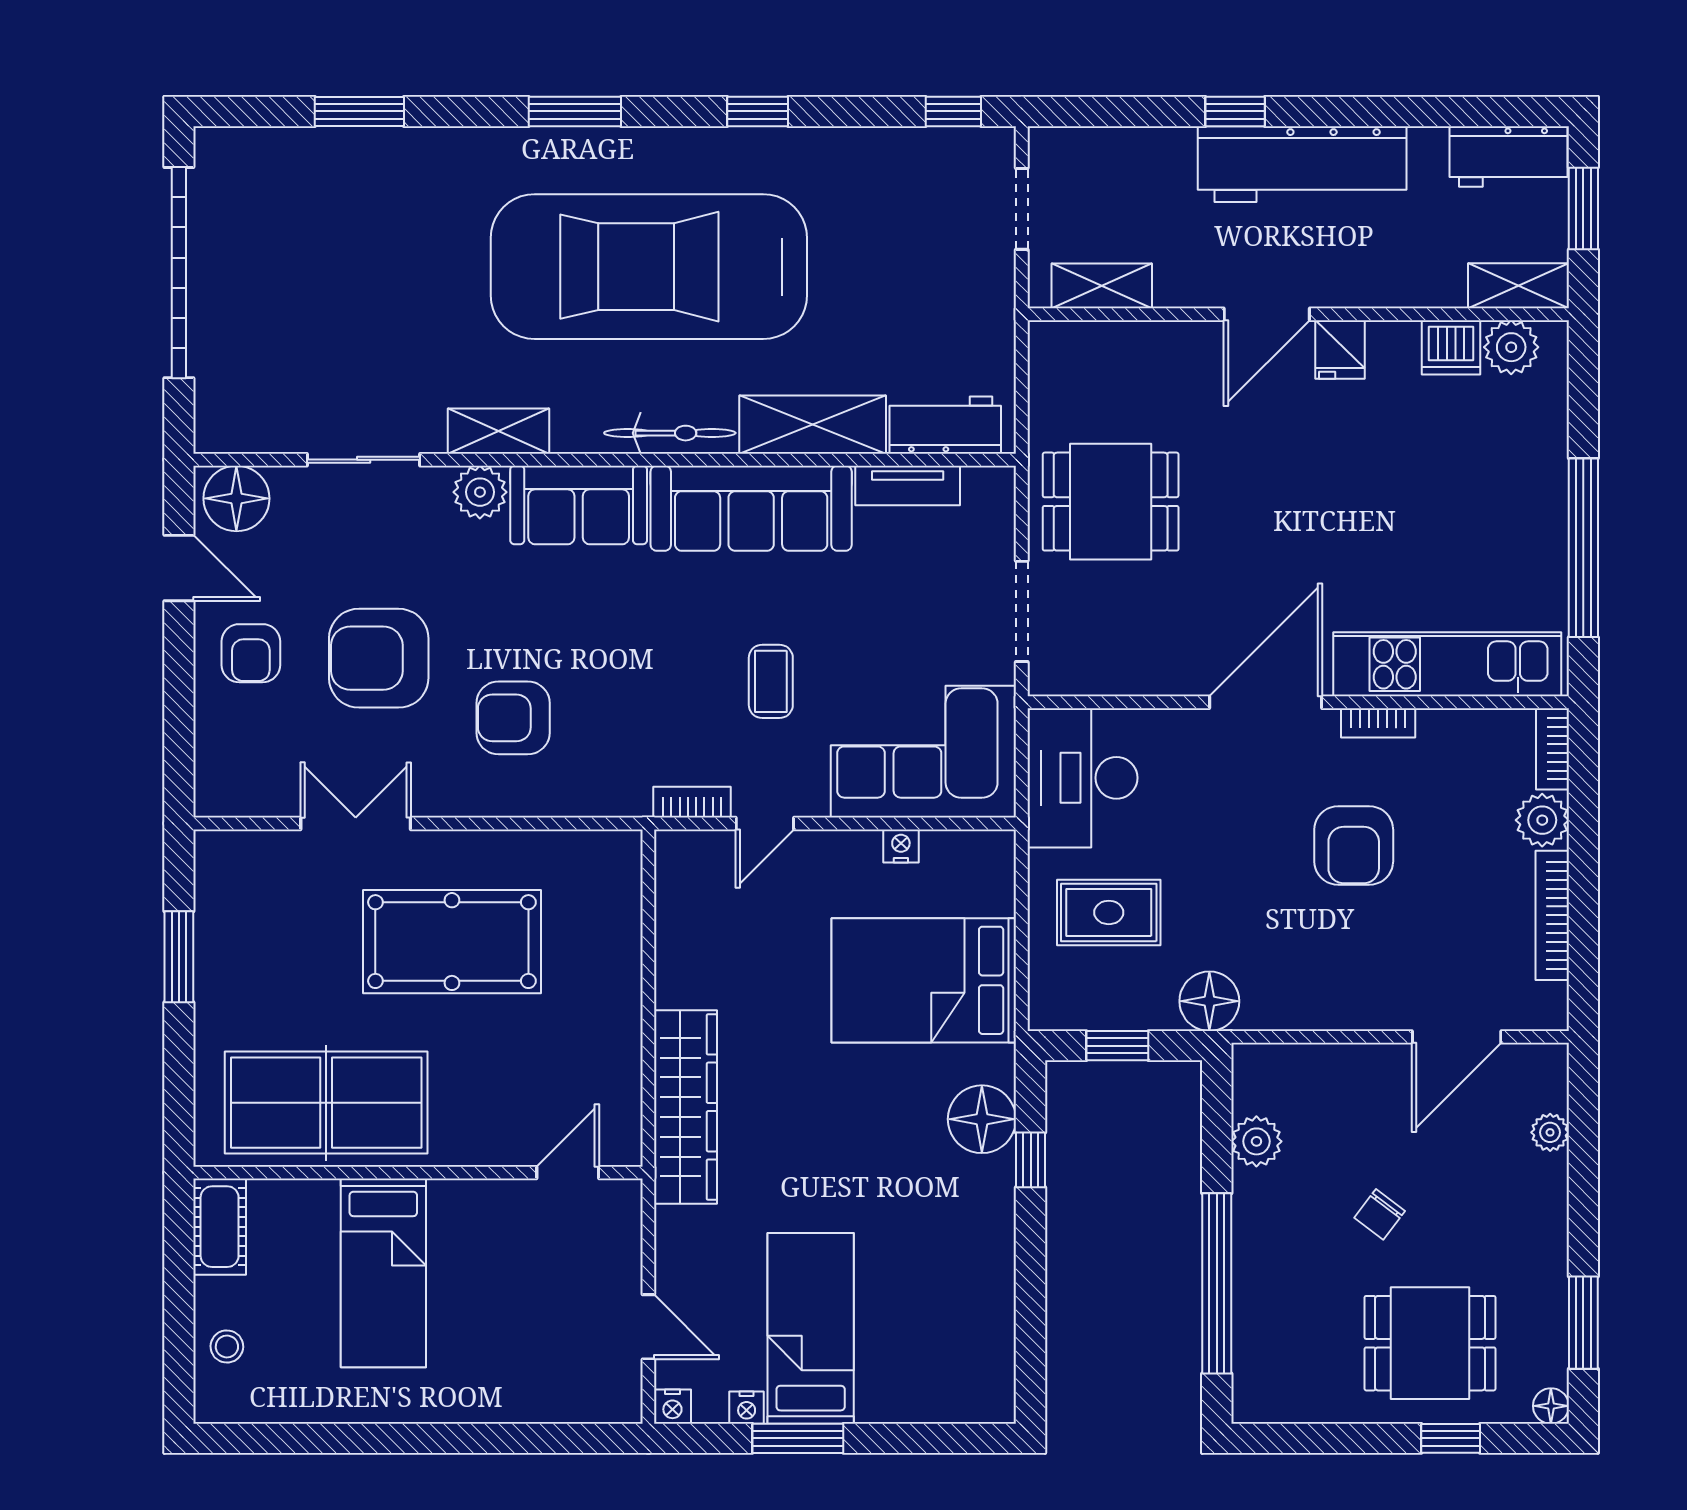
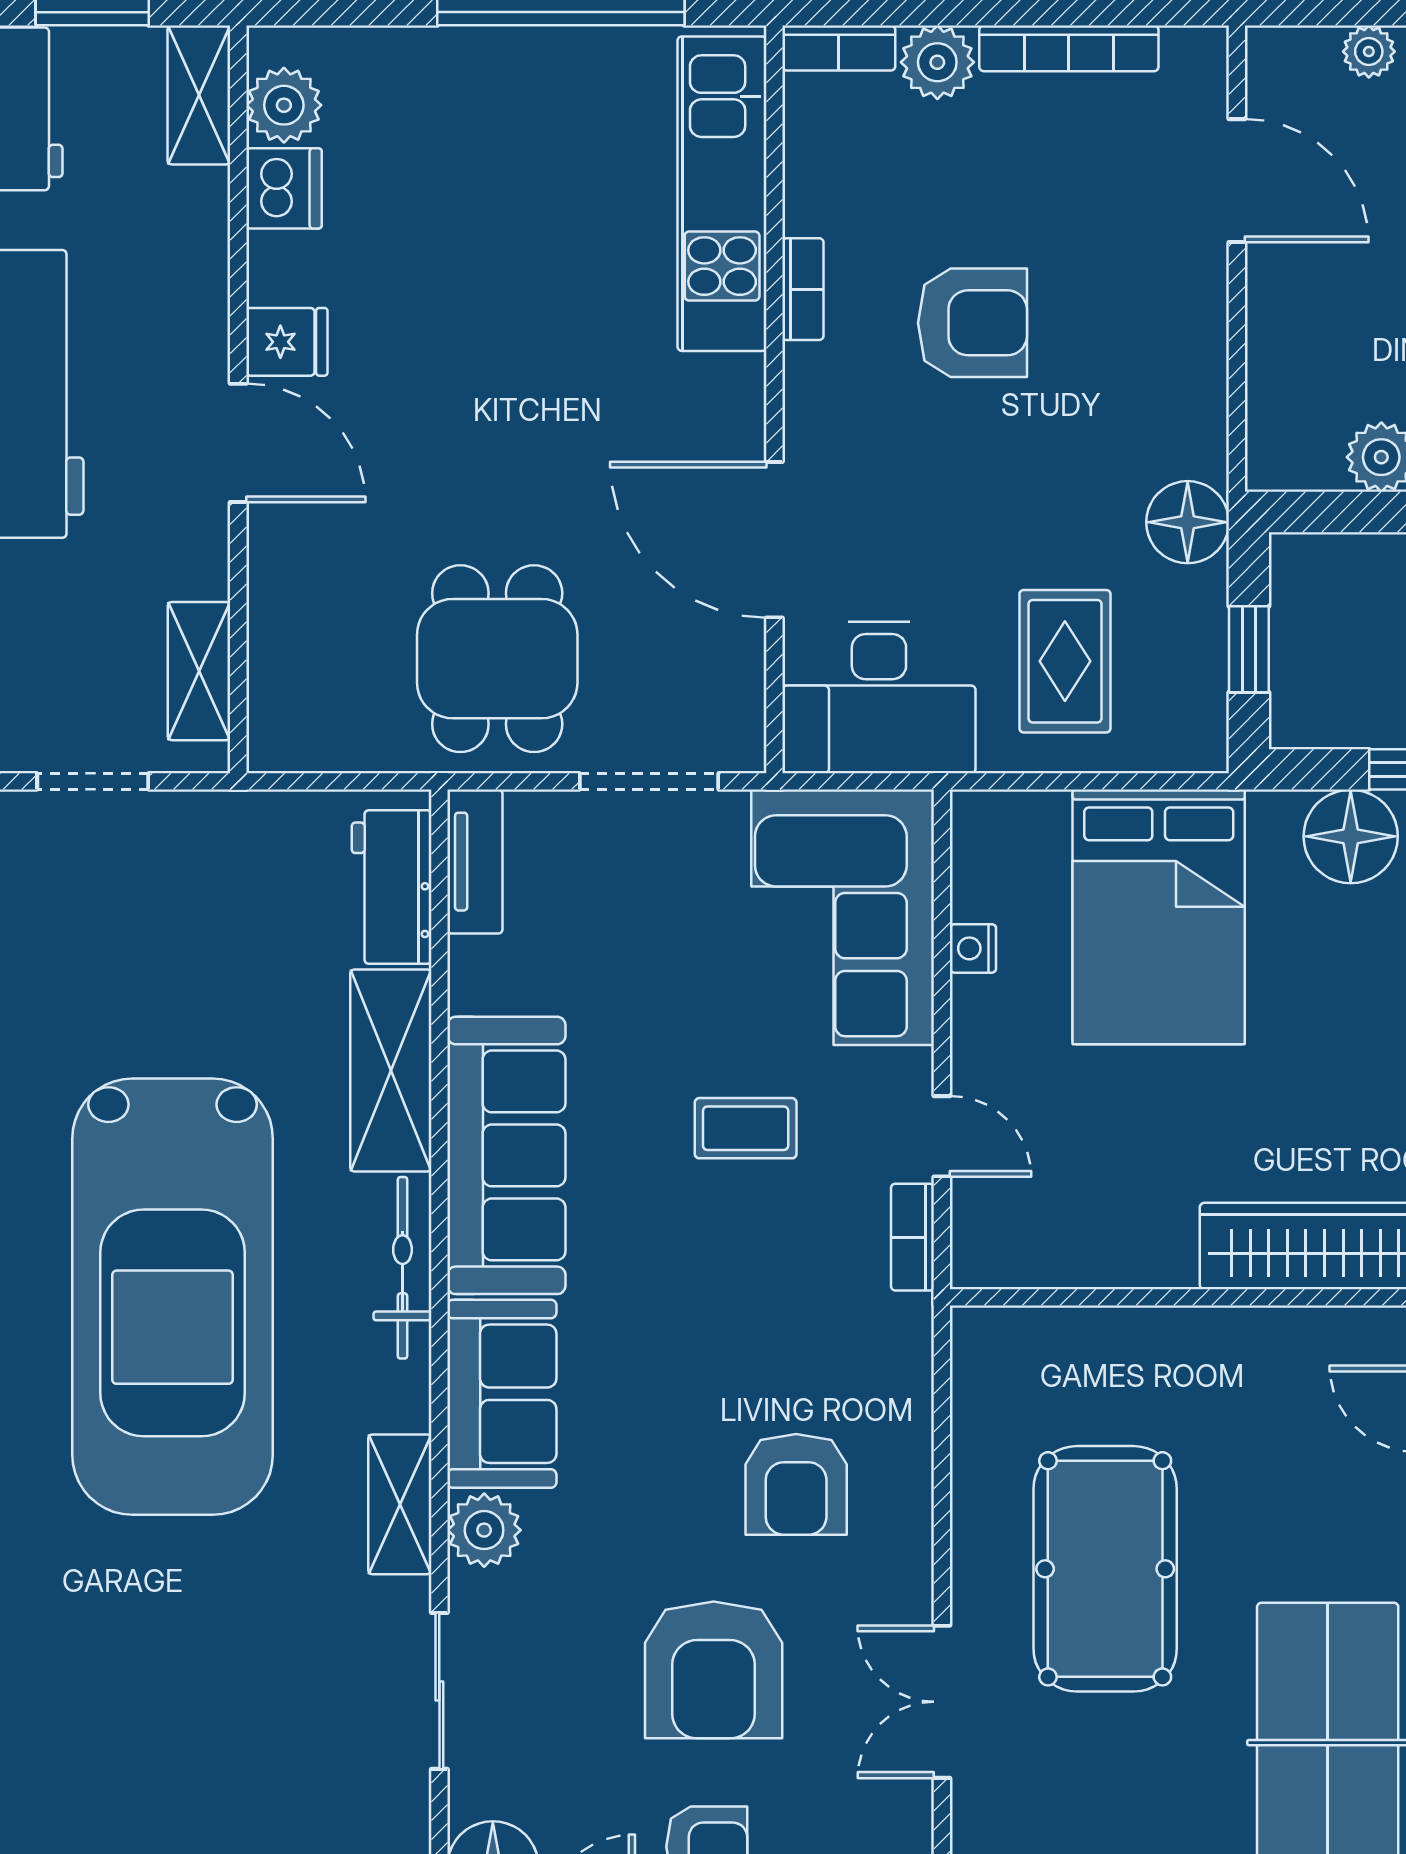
tv unit: (908, 485) -> (475, 862), moved
door: (1266, 702) -> (774, 540), moved

